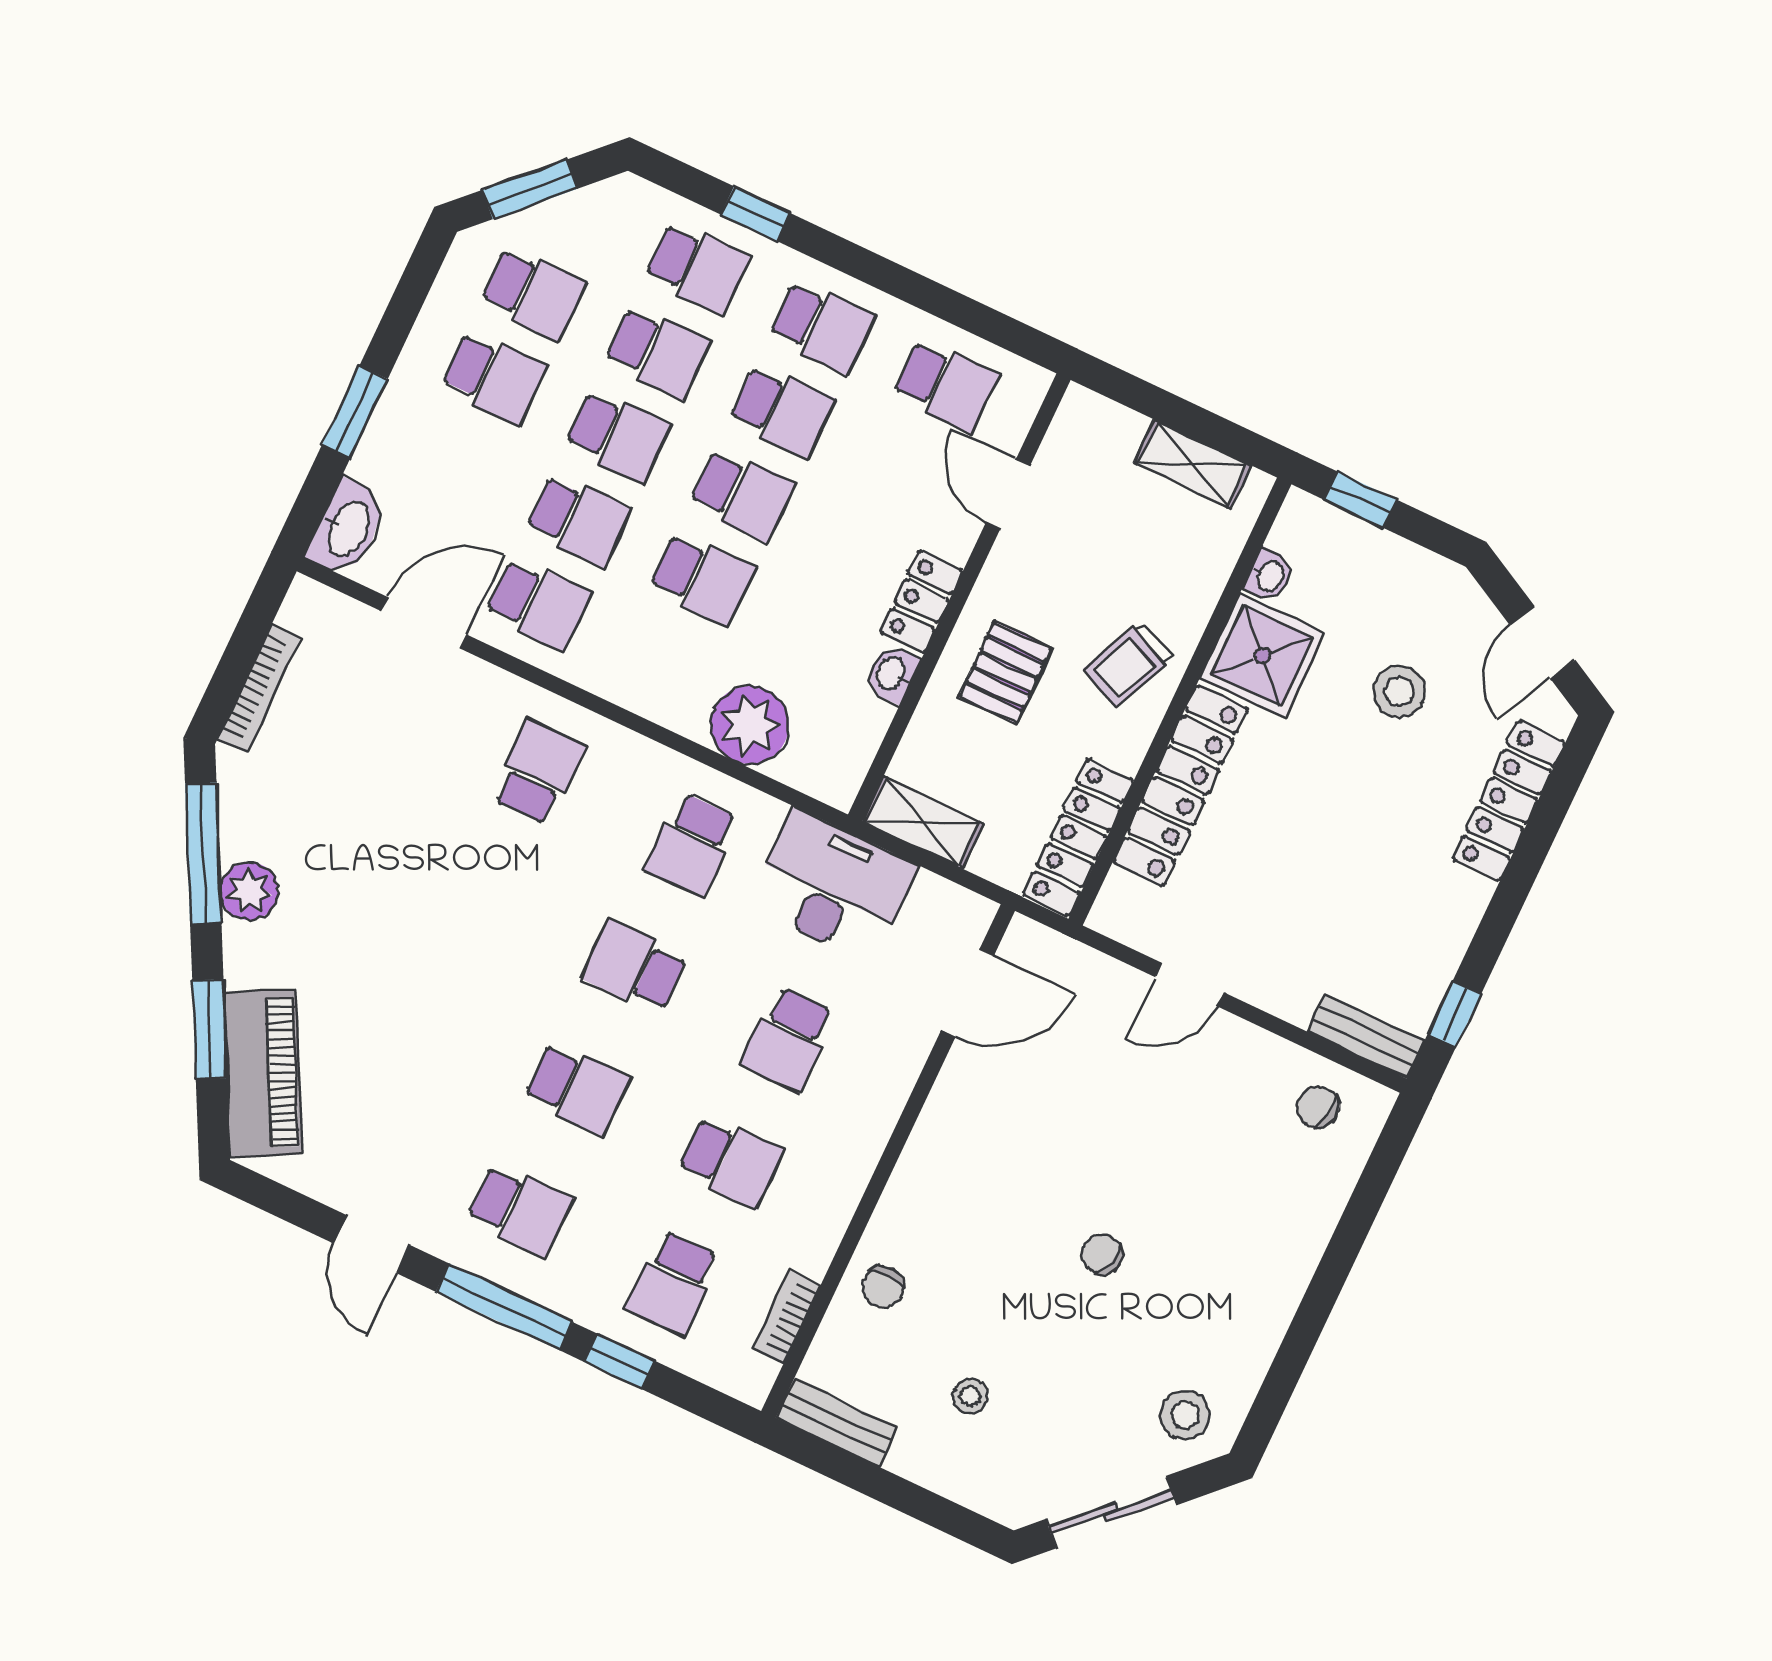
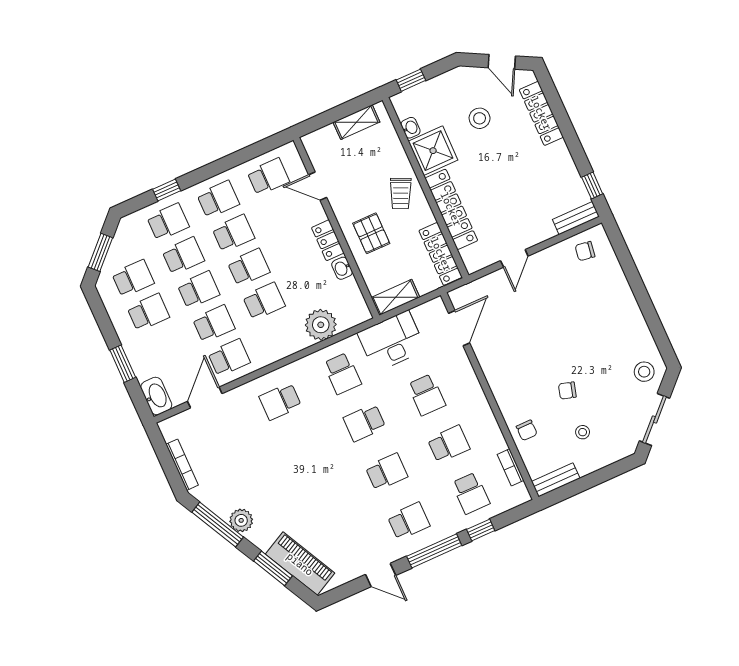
school desk: (538, 772) -> (280, 401), turned -90
chair: (1102, 1254) -> (567, 391), moved

